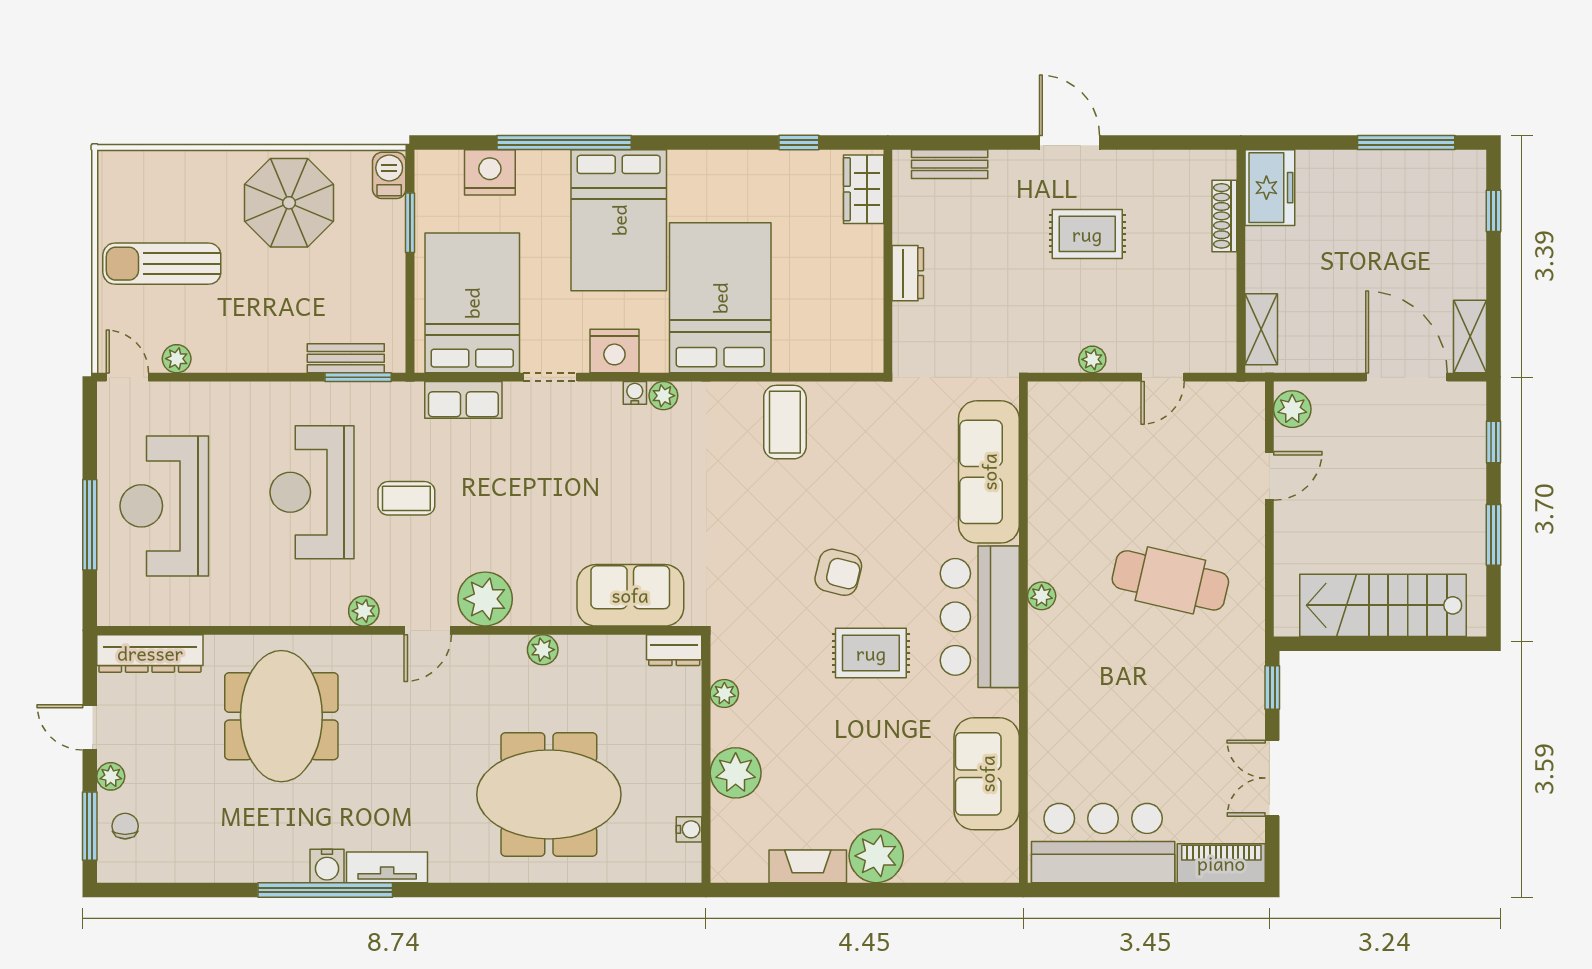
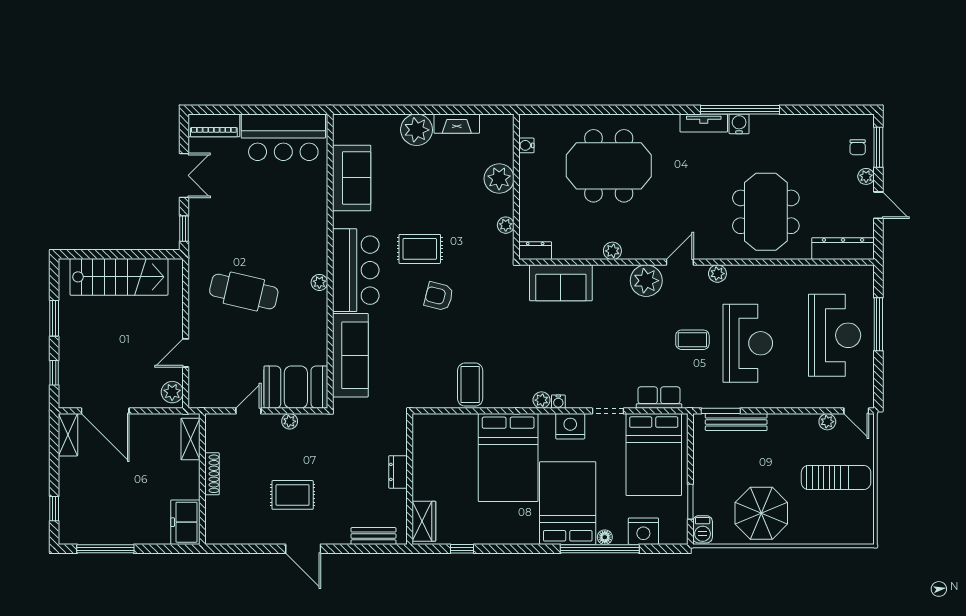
floor lamp: (556, 162) -> (605, 537), added
shoe rack: (1224, 216) -> (212, 474), moved
bench: (346, 358) -> (736, 422), width x1.36
booth: (1082, 418) -> (296, 387), added

